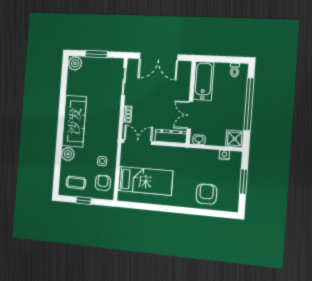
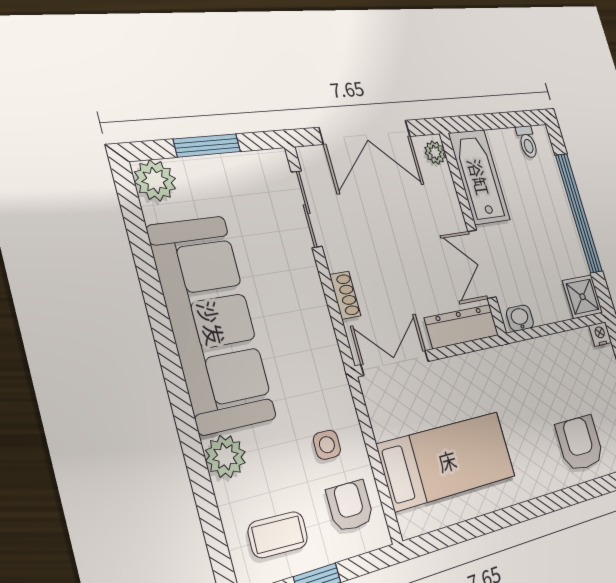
plant: (186, 68) -> (435, 153), added
sofa: (74, 121) -> (212, 323), width x1.36, depth x1.27
nightstand: (224, 155) -> (600, 334), moved

